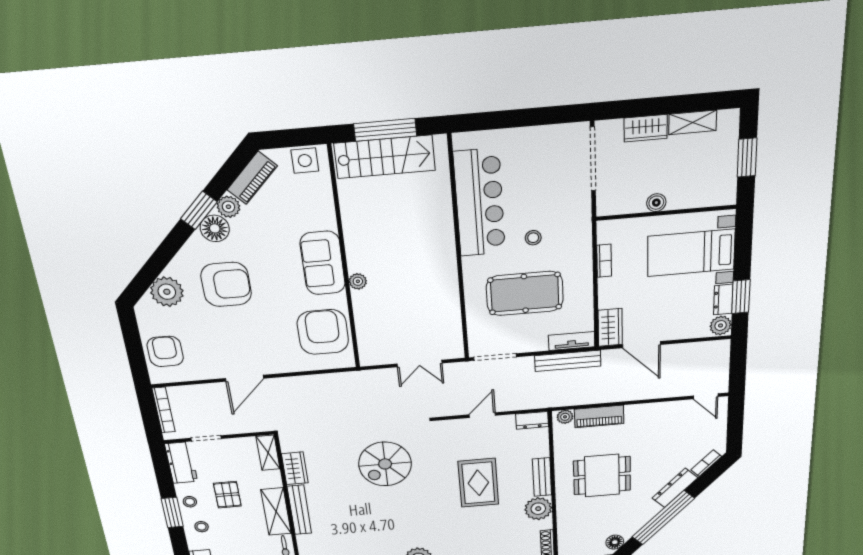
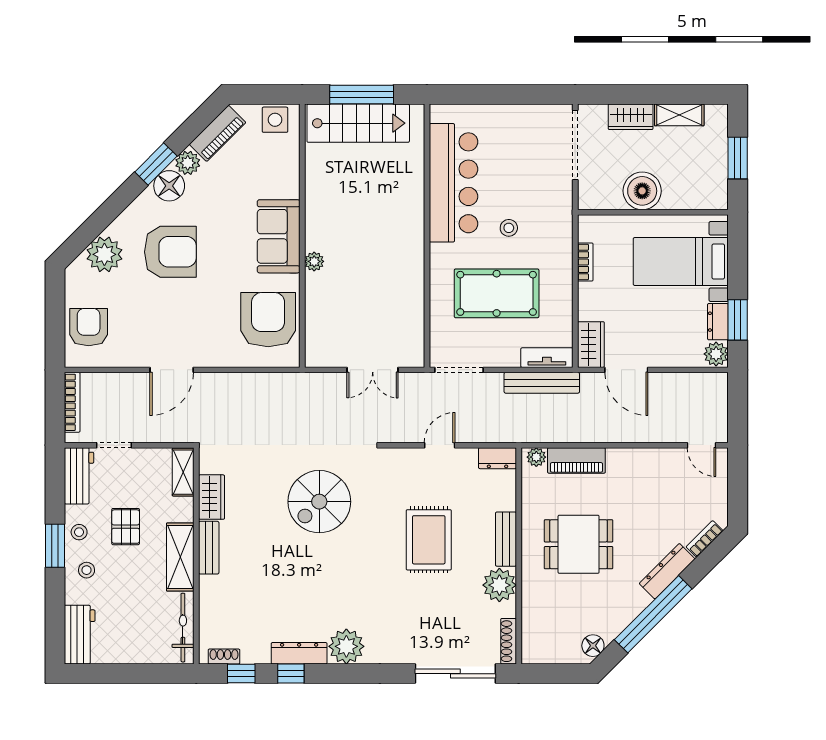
boiler: (656, 203) -> (642, 191), width x1.86, depth x1.86
bench: (299, 510) -> (209, 548), width x0.73

